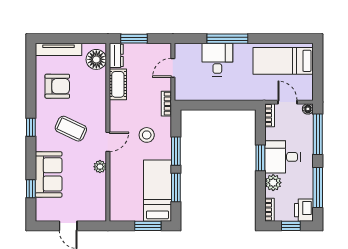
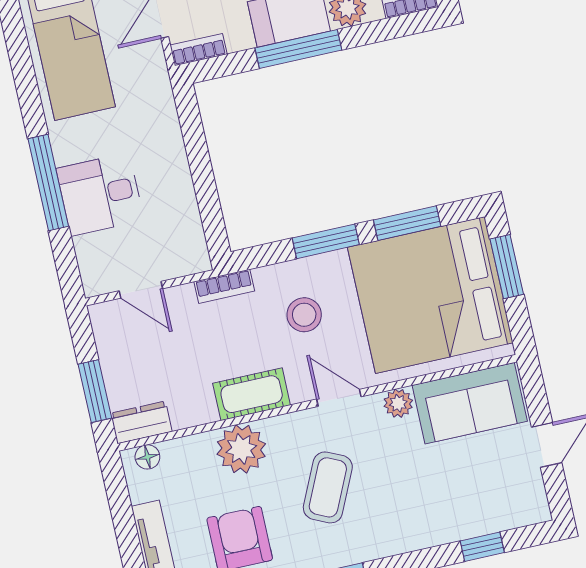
floor lamp: (96, 59) -> (147, 457), width x0.53, depth x0.53
cot: (118, 84) -> (252, 394), moved
plant: (95, 95) -> (241, 449), added
window: (260, 158) -> (298, 49), width x1.44
sofa: (49, 174) -> (470, 403), moved, turned 180
bed: (157, 191) -> (430, 295), width x2.04

